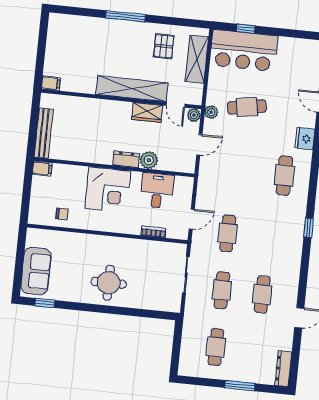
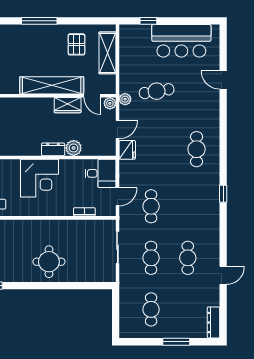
bar counter: (244, 51) -> (181, 41), moved
fridge: (305, 139) -> (127, 150), moved, turned 180
desk: (157, 191) -> (101, 173), moved, turned 90

